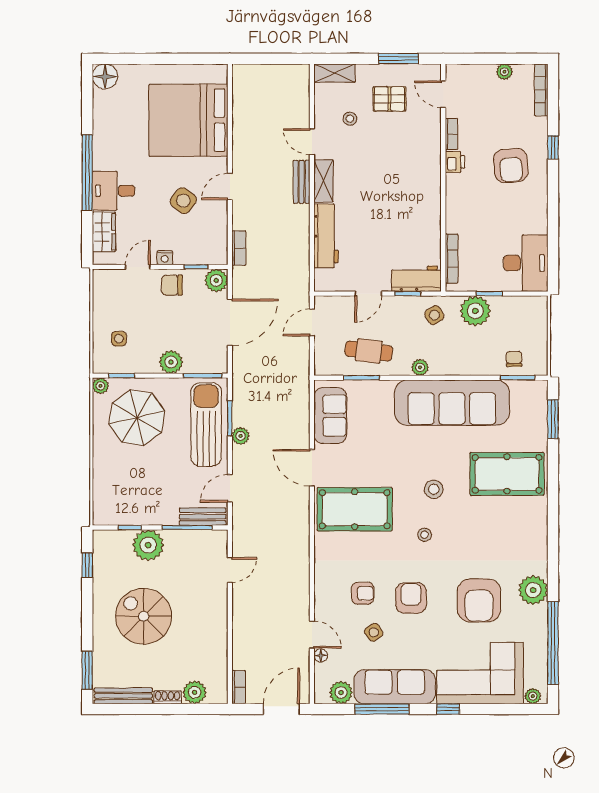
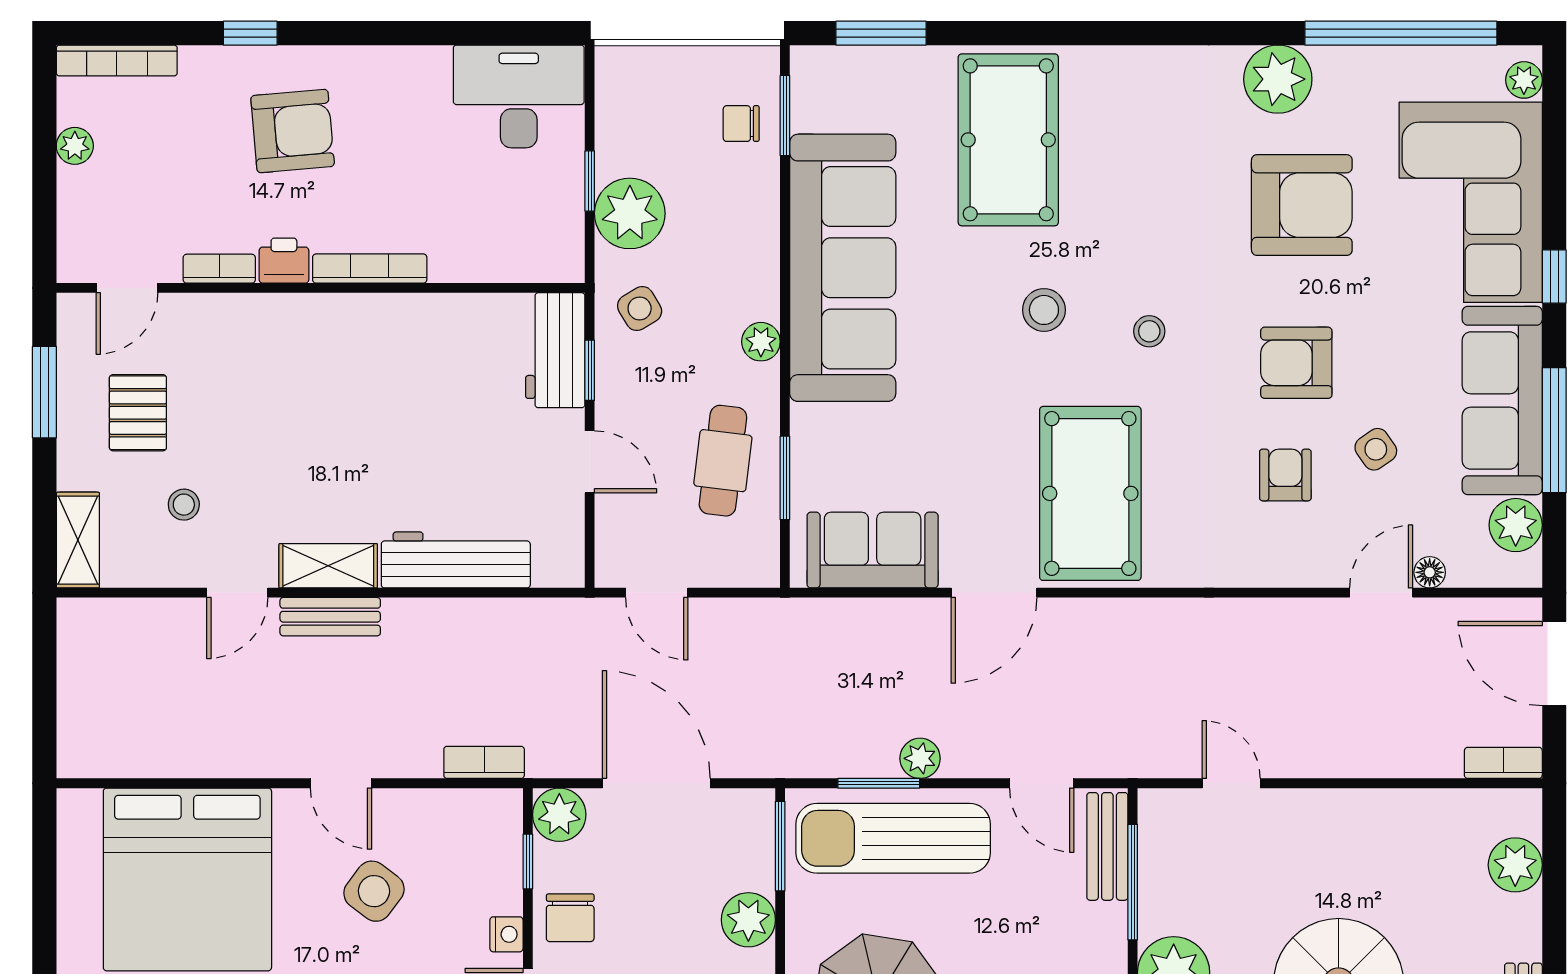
bookcase: (452, 259) -> (370, 269), moved
shoe rack: (168, 697) -> (1527, 928), removed

